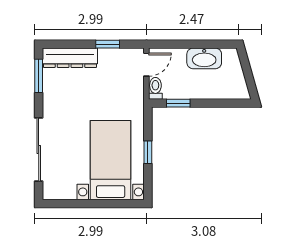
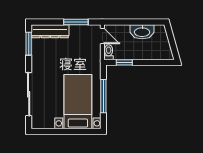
window: (108, 44) -> (76, 22), width x1.50
door: (146, 65) -> (102, 36), hinge flipped
window: (148, 152) -> (103, 96), width x2.17

